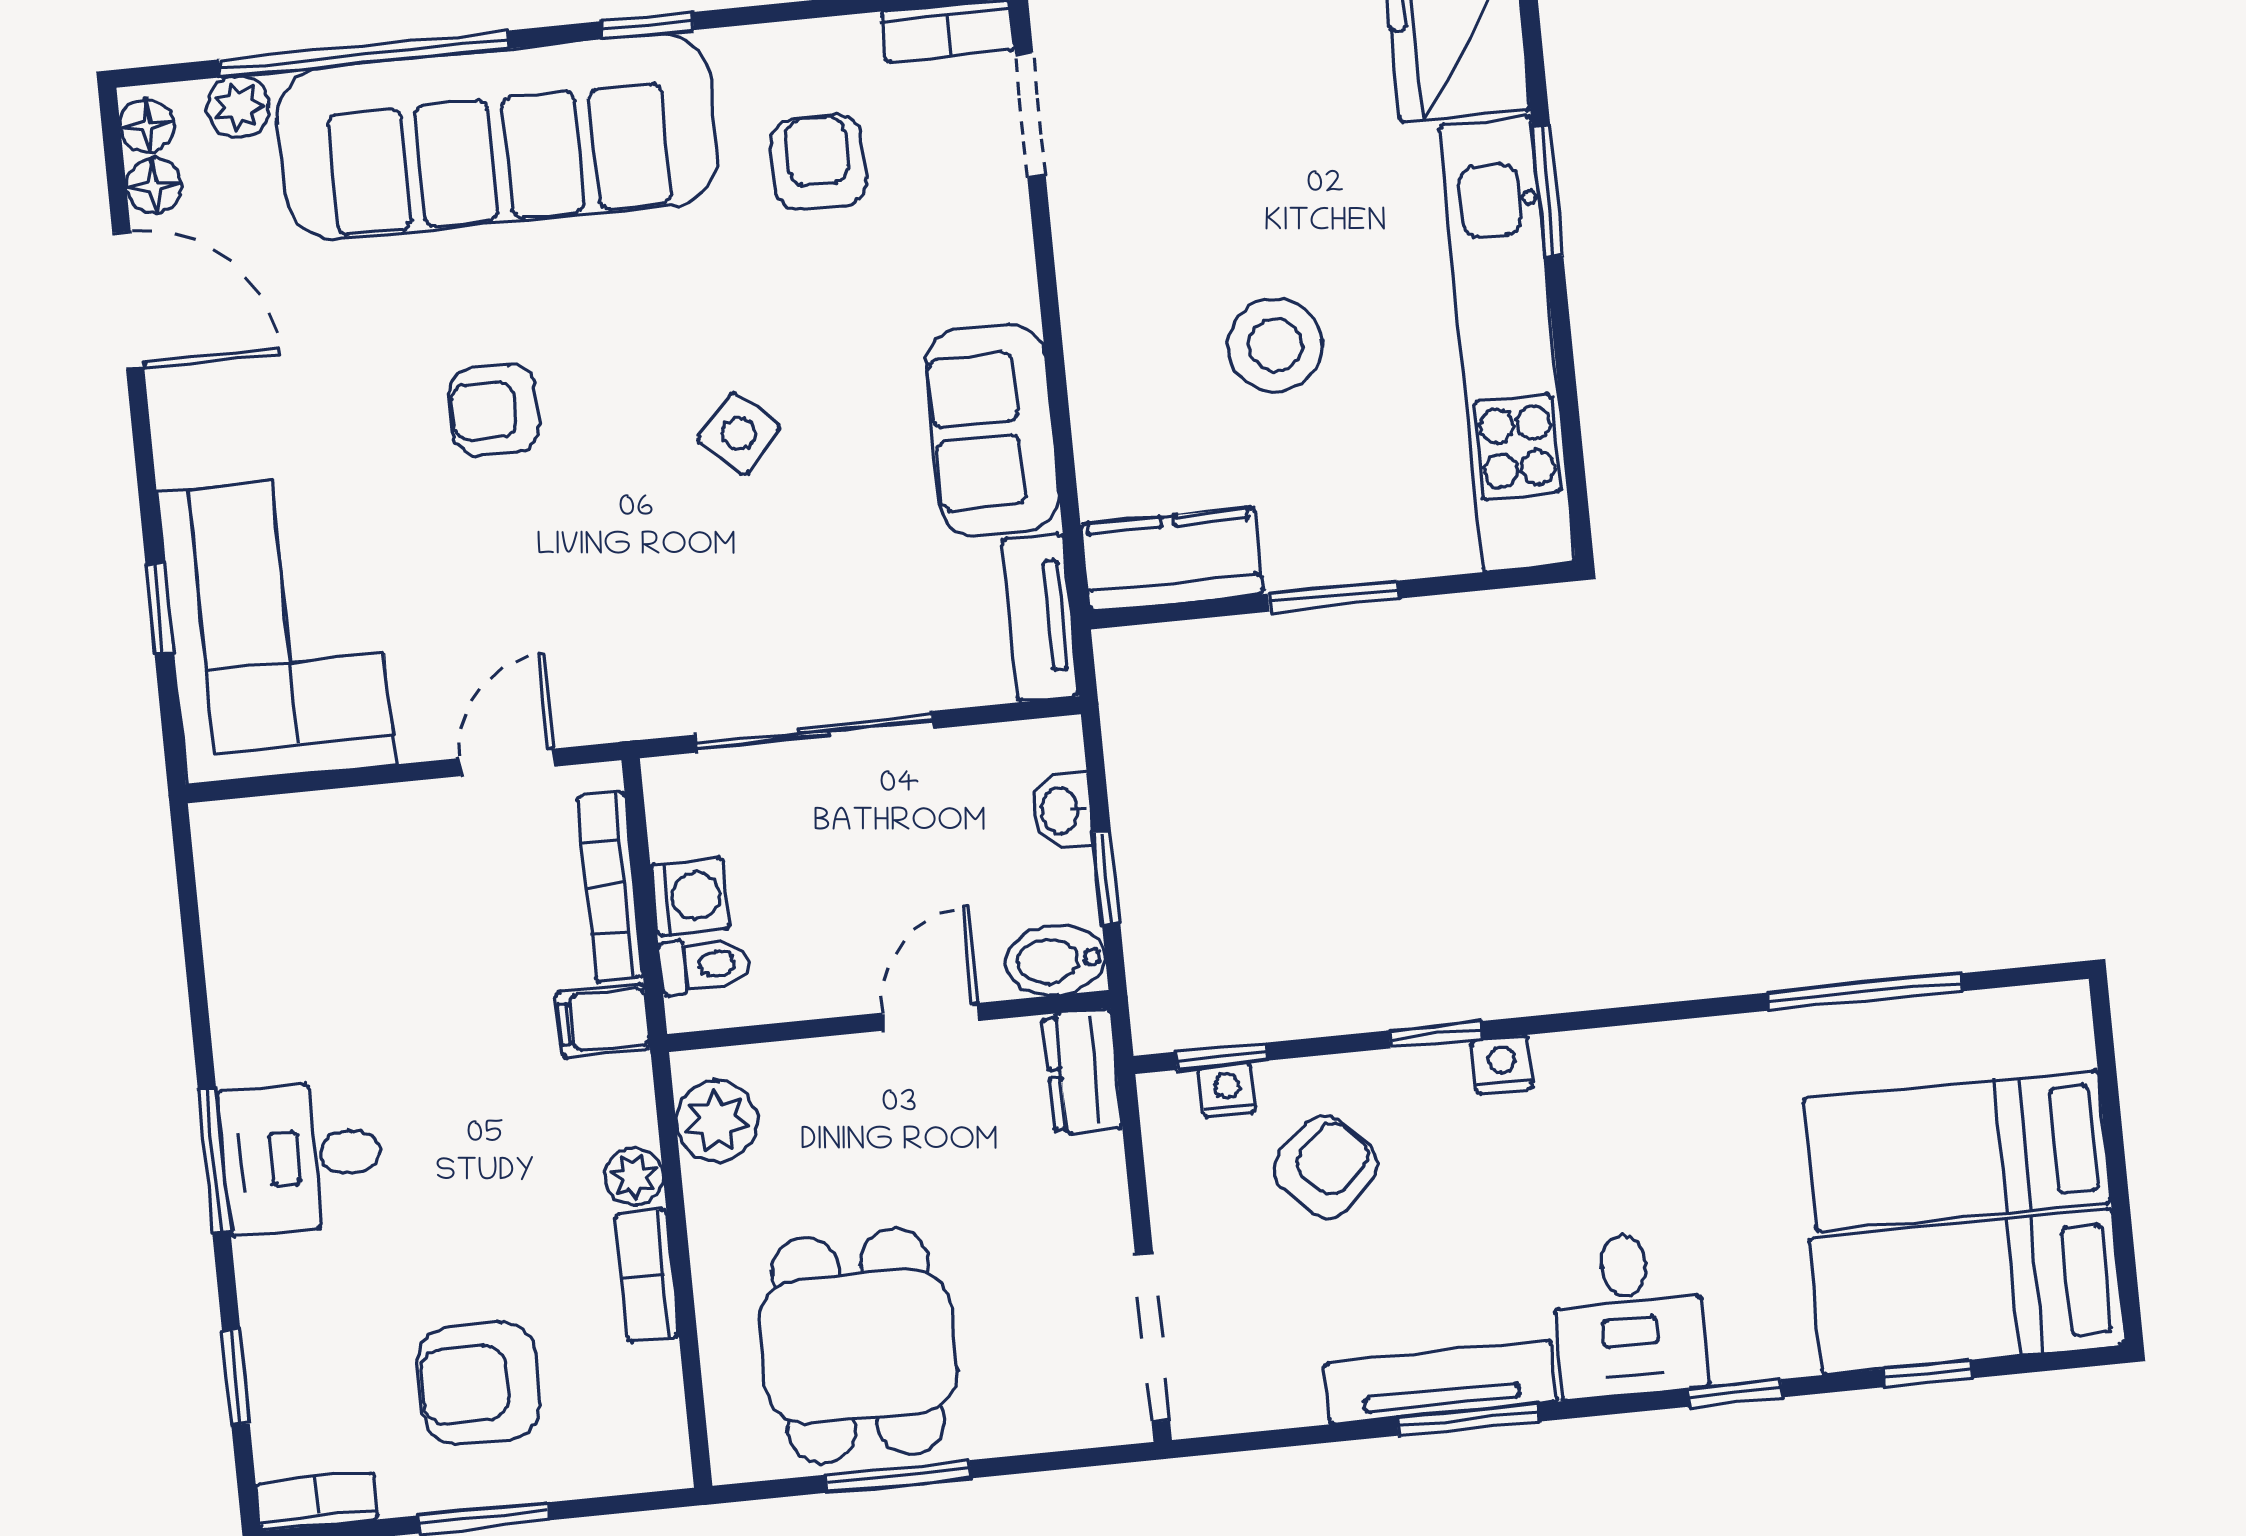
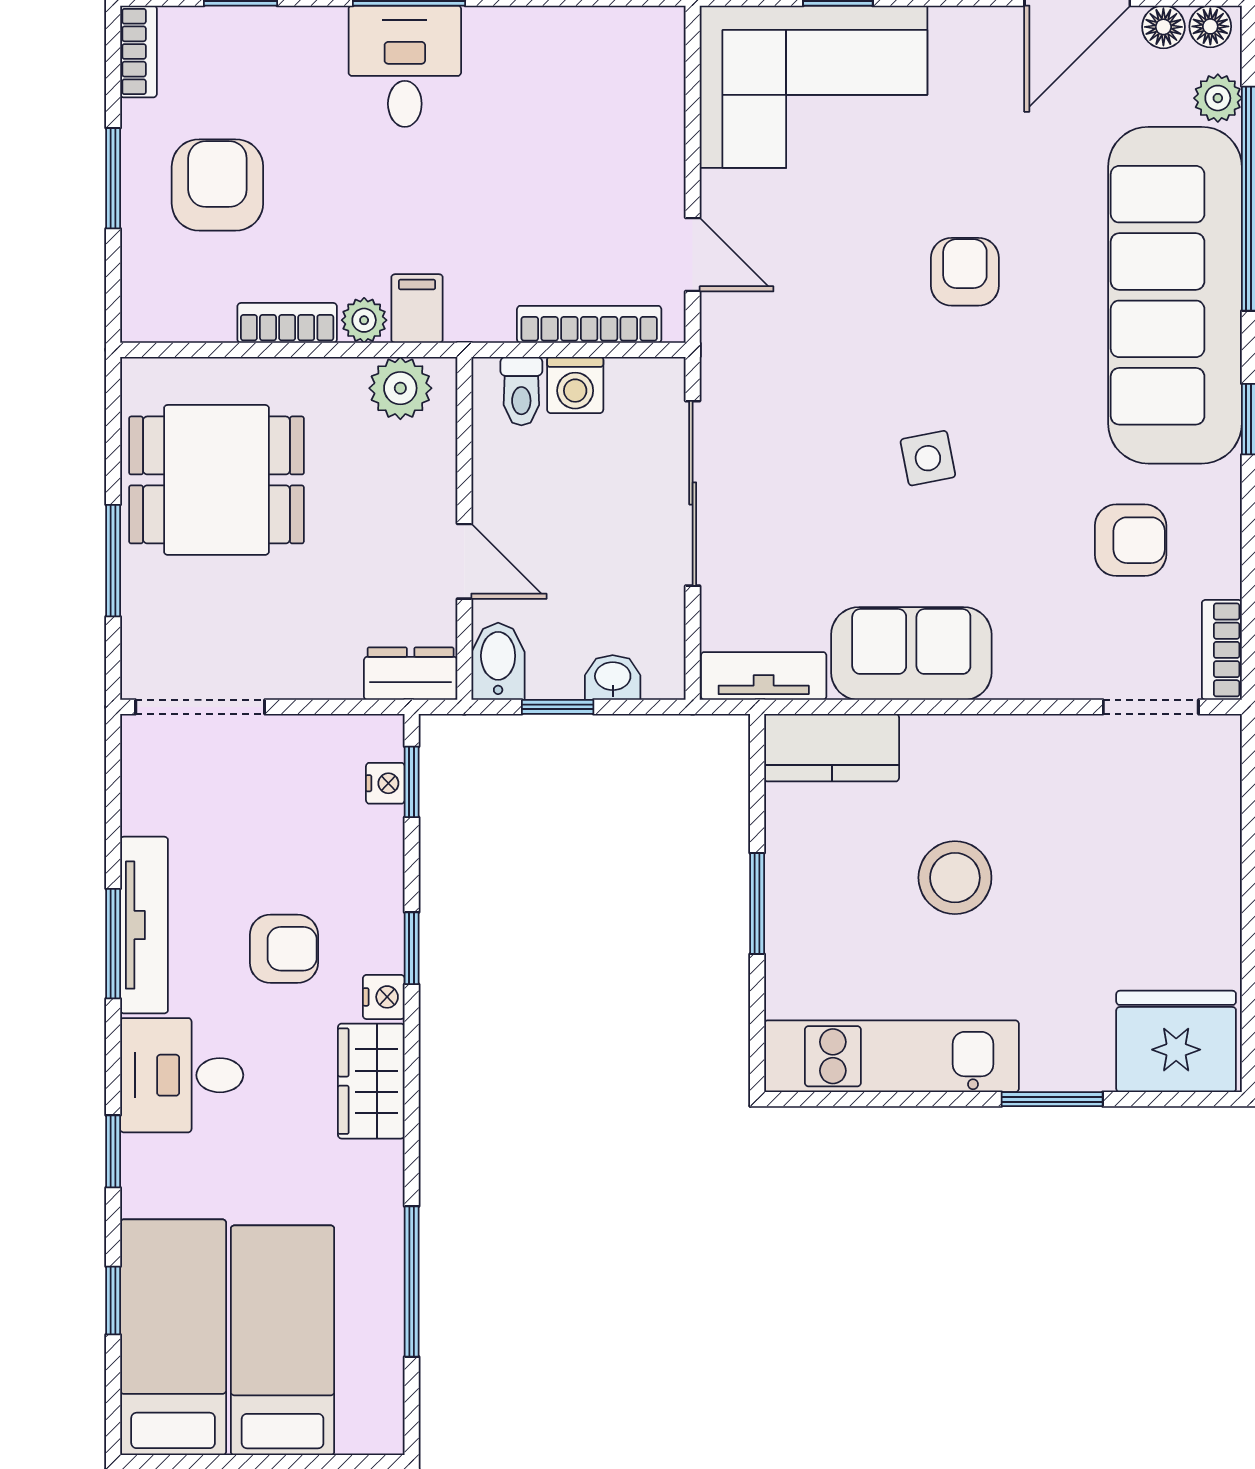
kitchen unit: (1507, 344) -> (891, 1056), width x0.73
side table: (739, 434) -> (928, 458), turned 37
kitchen counter: (1171, 559) -> (832, 748), moved, turned 90
filing cabinet: (603, 1021) -> (417, 309), moved
wardrobe: (1612, 1070) -> (371, 1081), added
armchair: (1326, 1167) -> (284, 949), moved, turned -46
window: (898, 1476) -> (113, 561), moved

